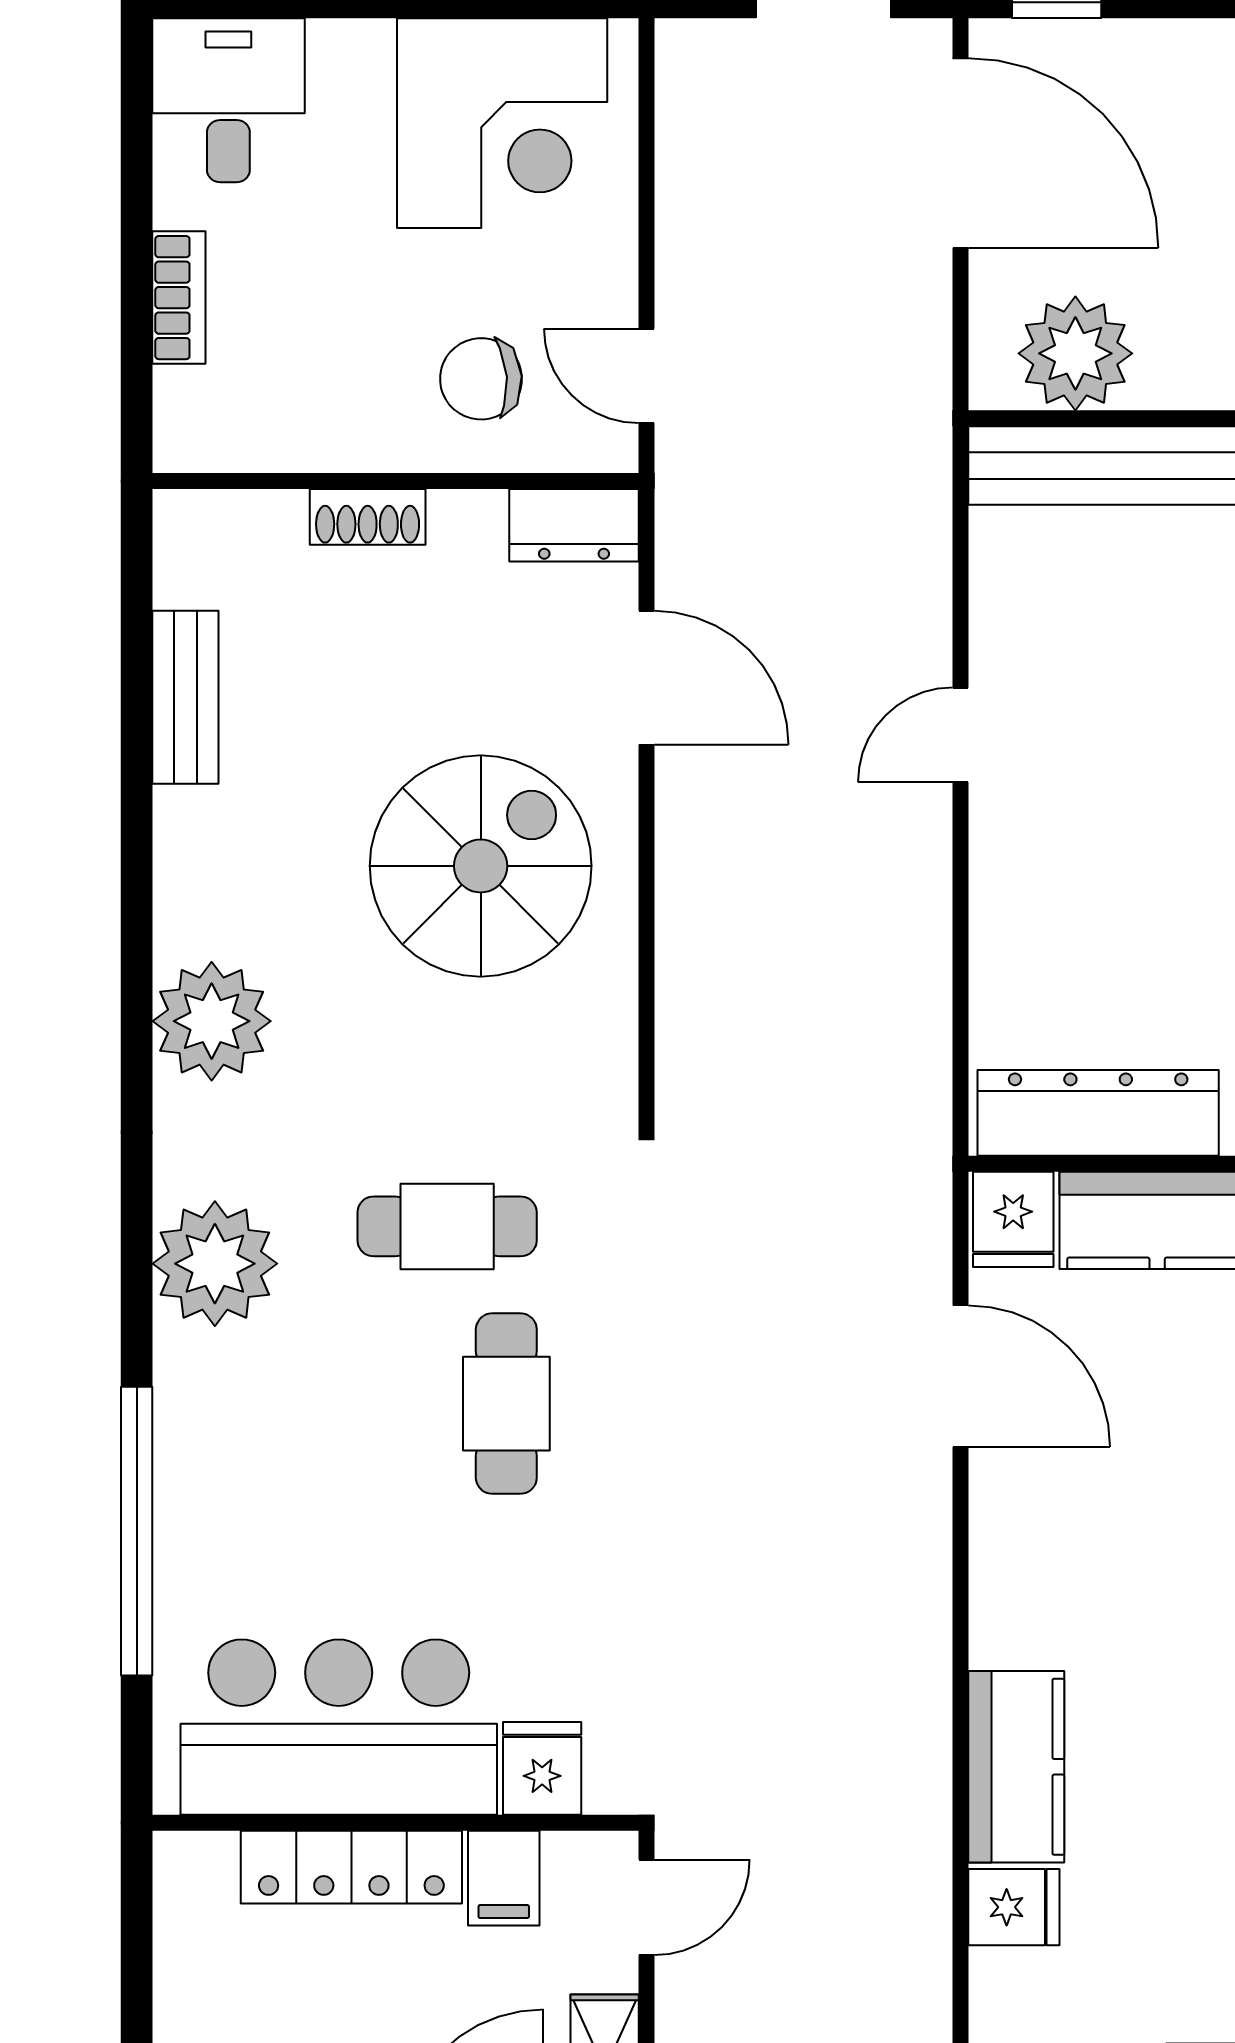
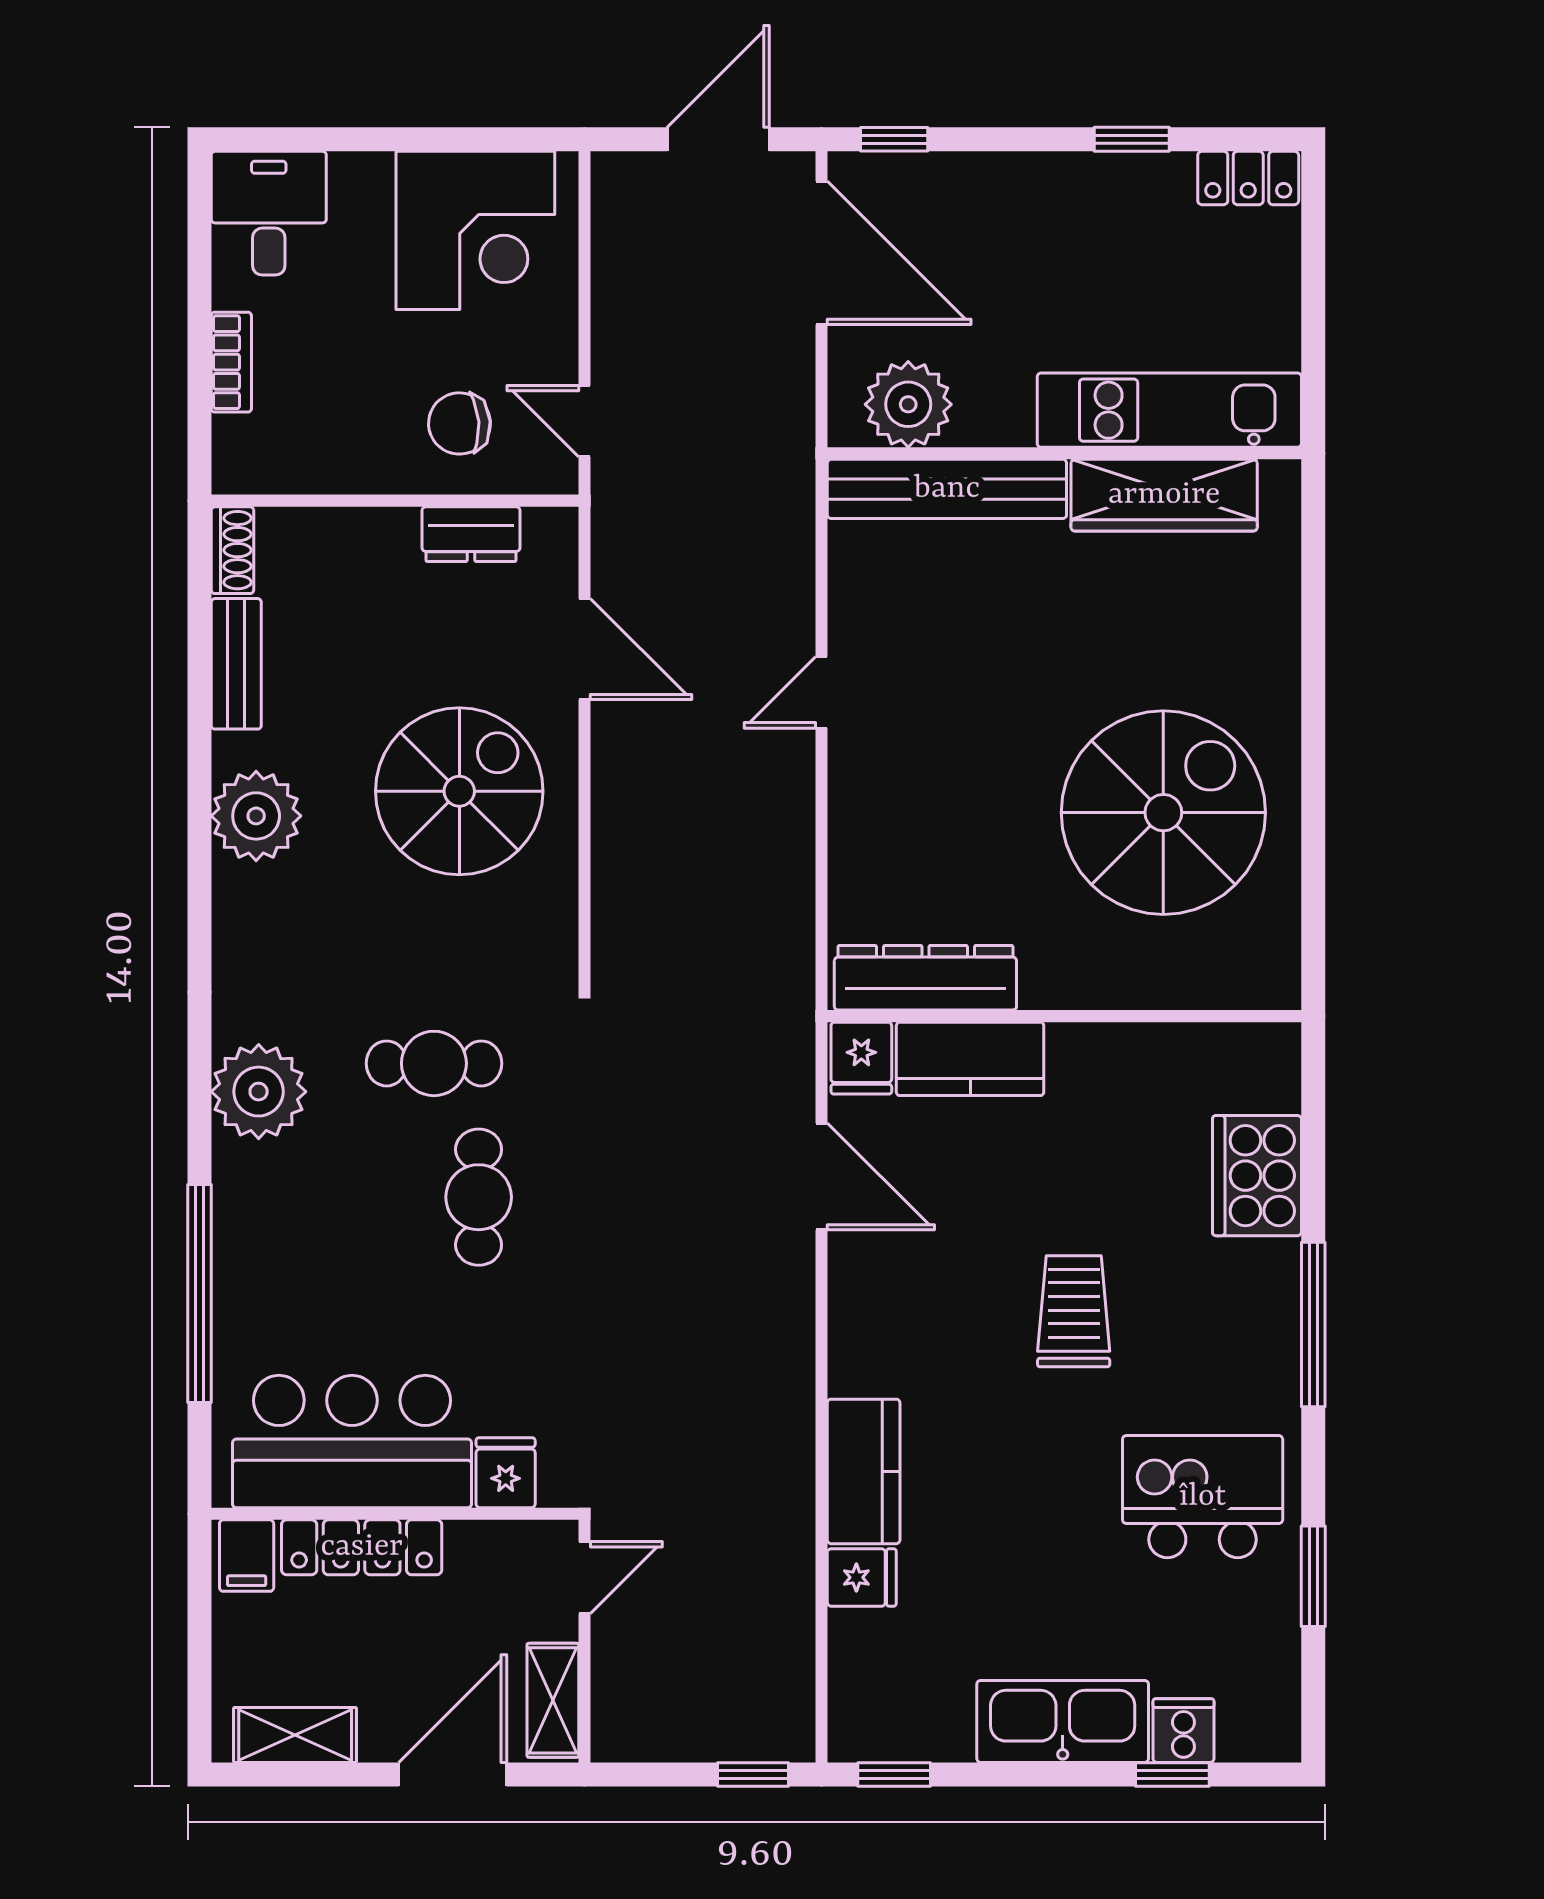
shoe rack: (368, 517) -> (232, 550), moved, turned -90
dresser: (574, 525) -> (471, 534), moved
plant: (212, 1021) -> (256, 816), moved
filing cabinet: (504, 1878) -> (247, 1556), moved

